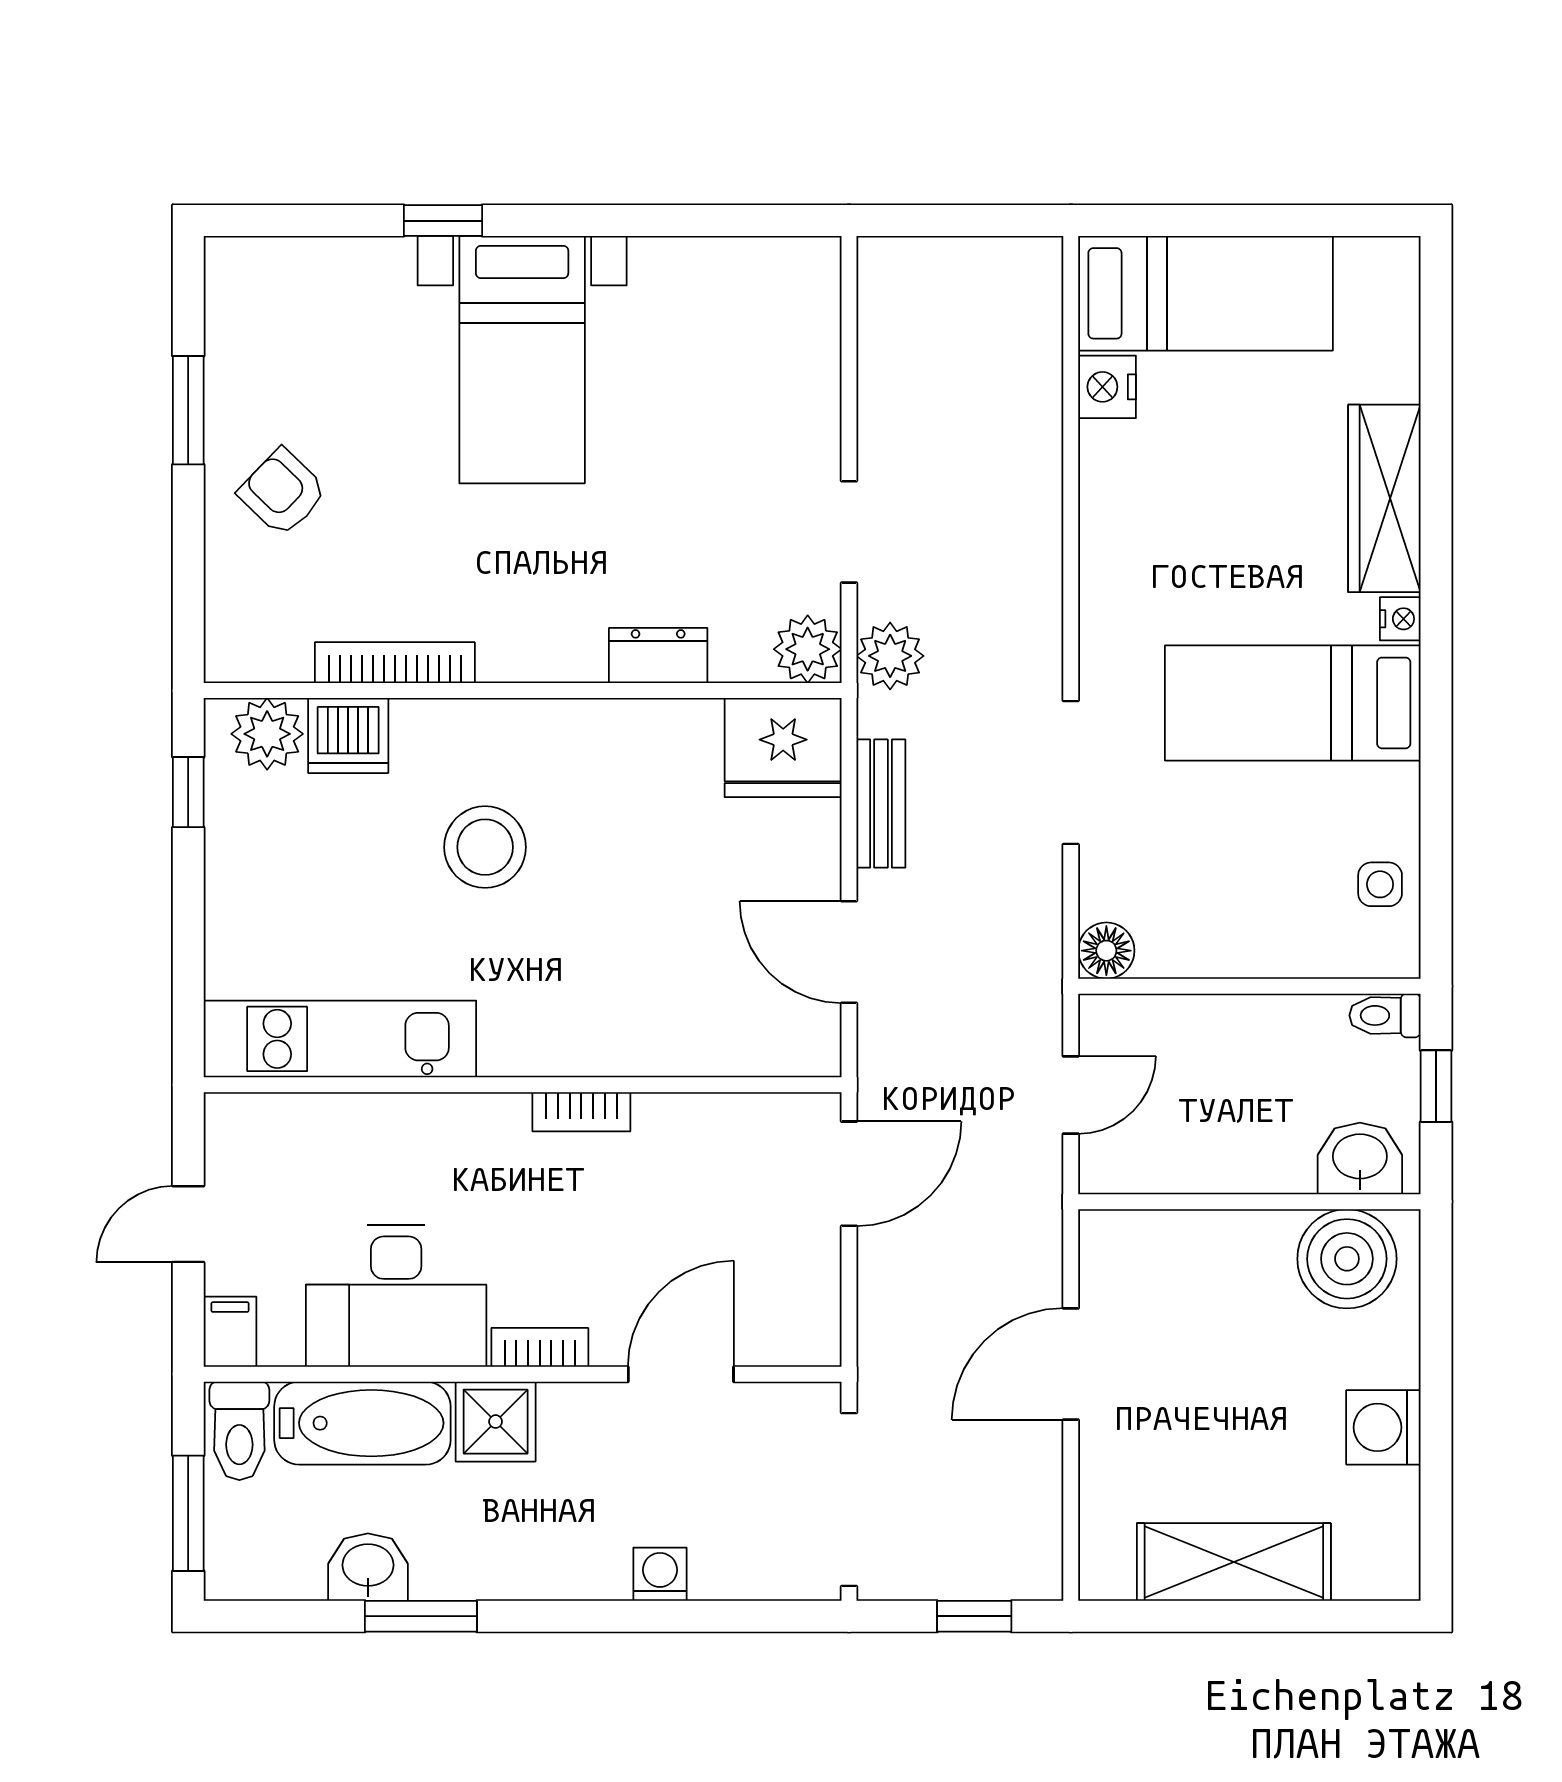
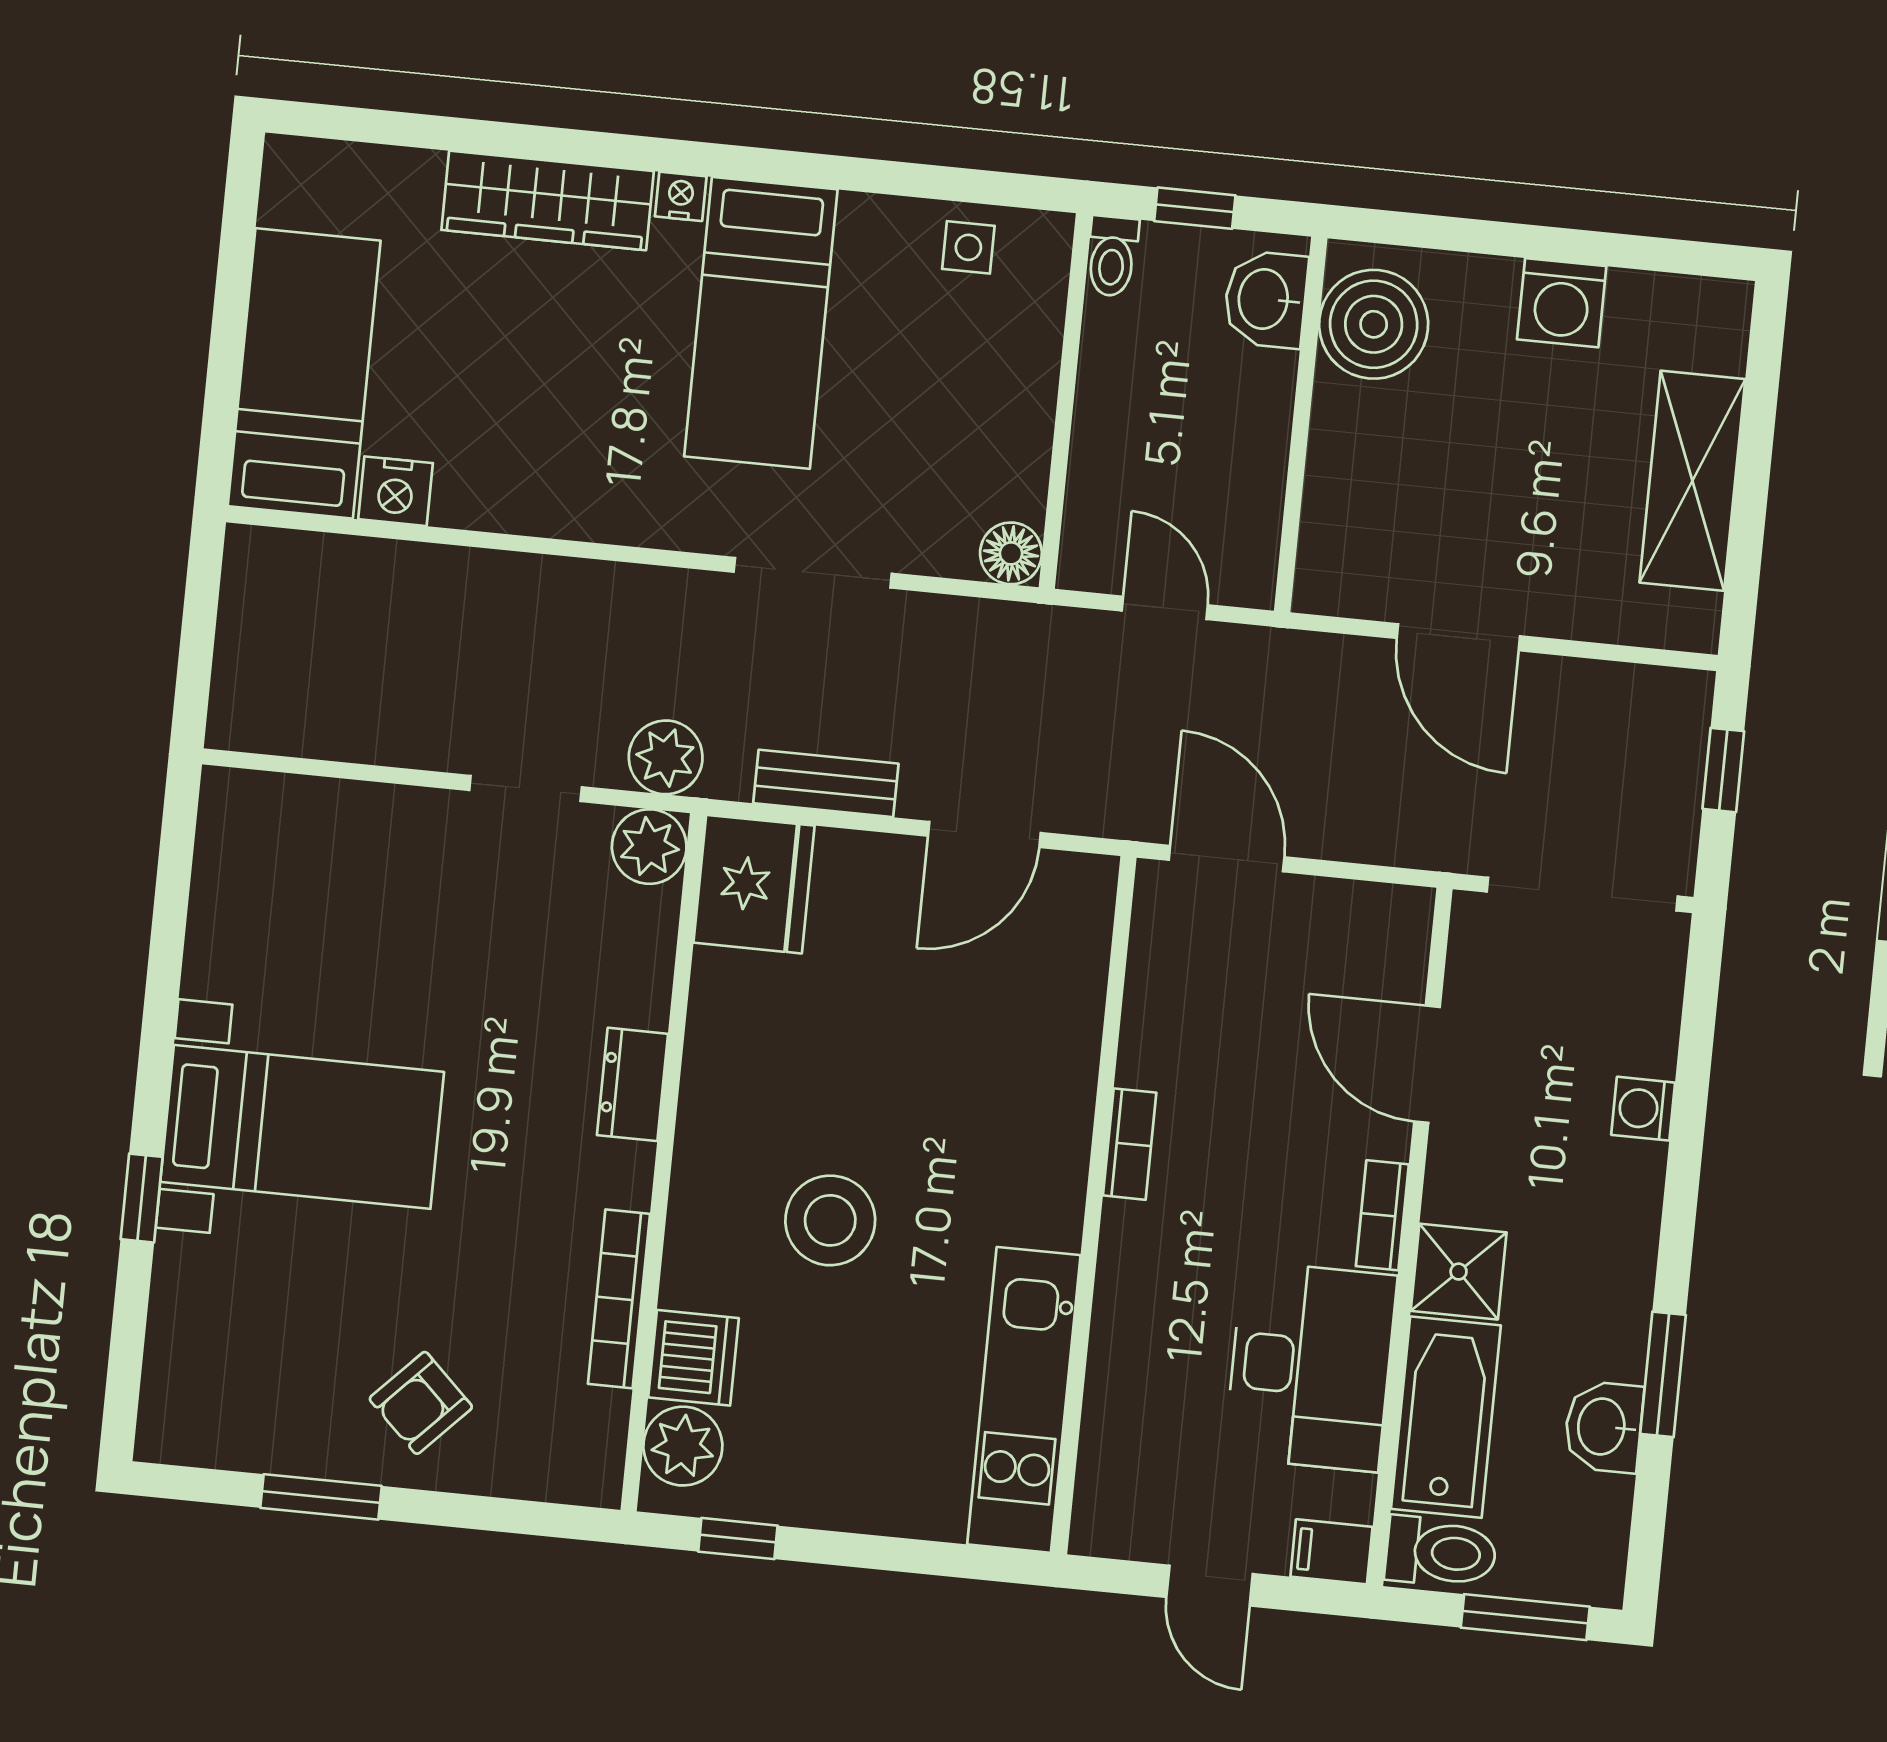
dresser: (658, 655) -> (632, 1084), moved

